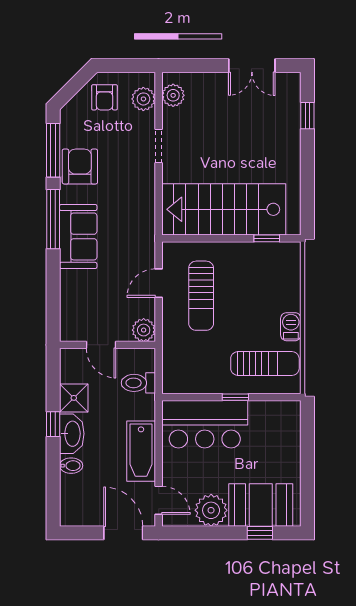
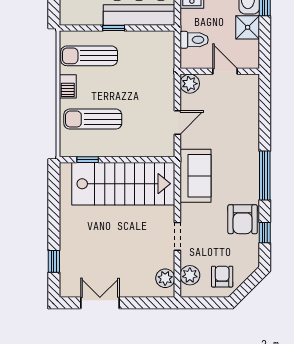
window: (53, 150) -> (265, 233), width x0.46
sofa: (78, 236) -> (195, 176), moved, turned 180
sun lounger: (201, 296) -> (93, 119), moved, turned -90

